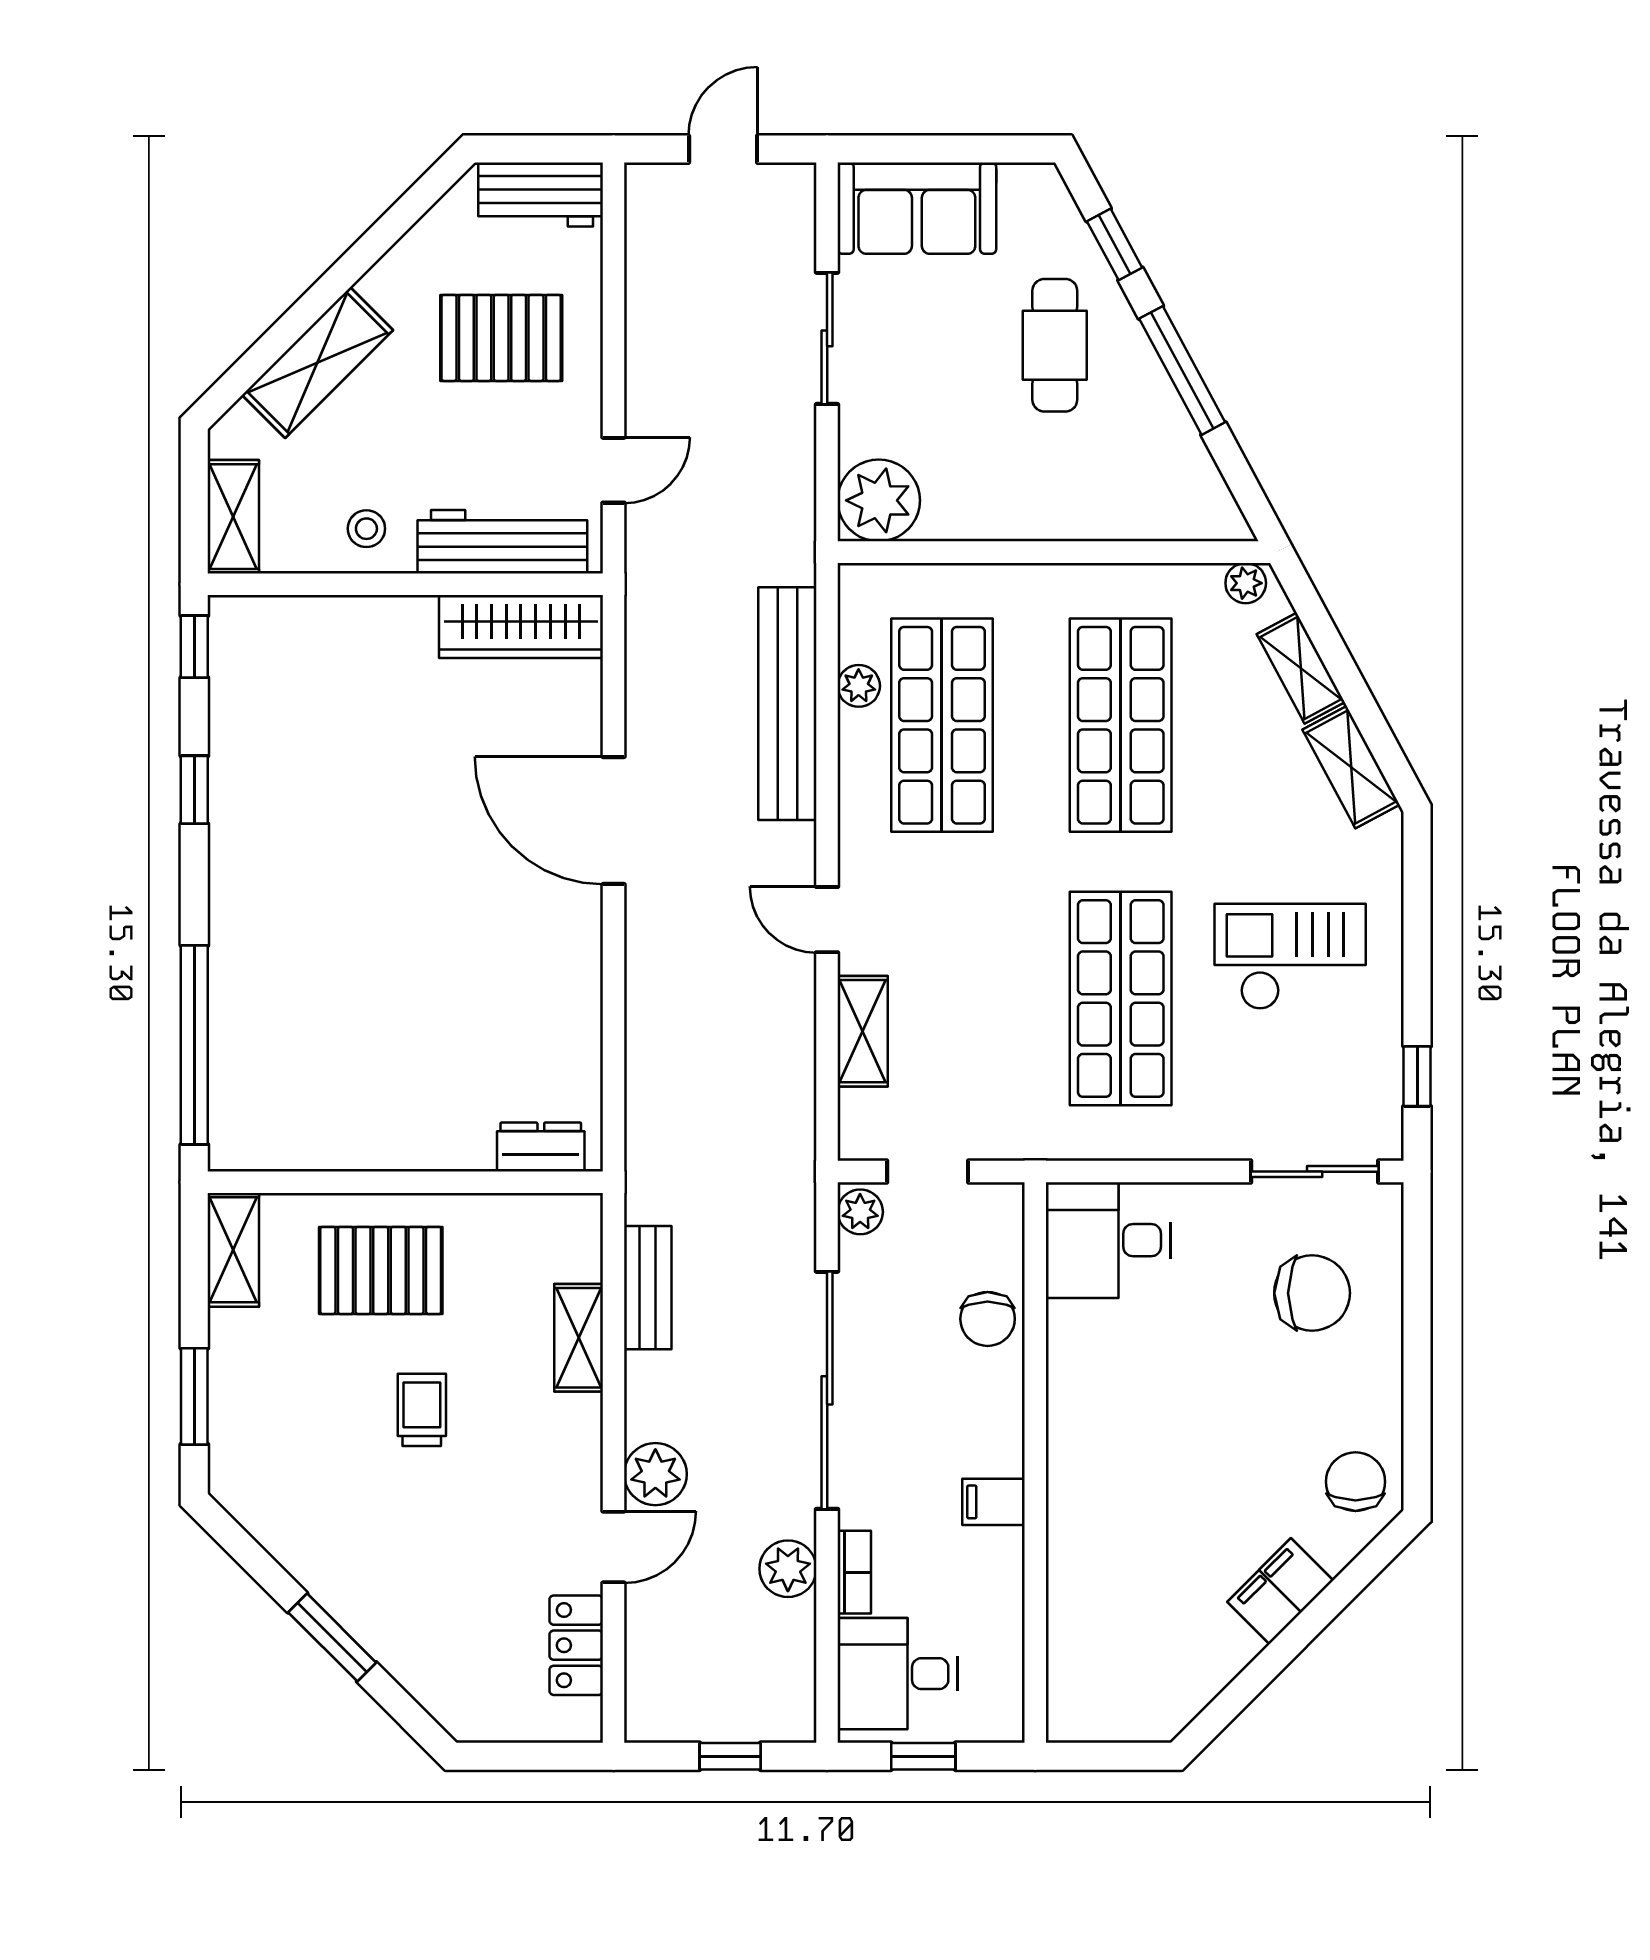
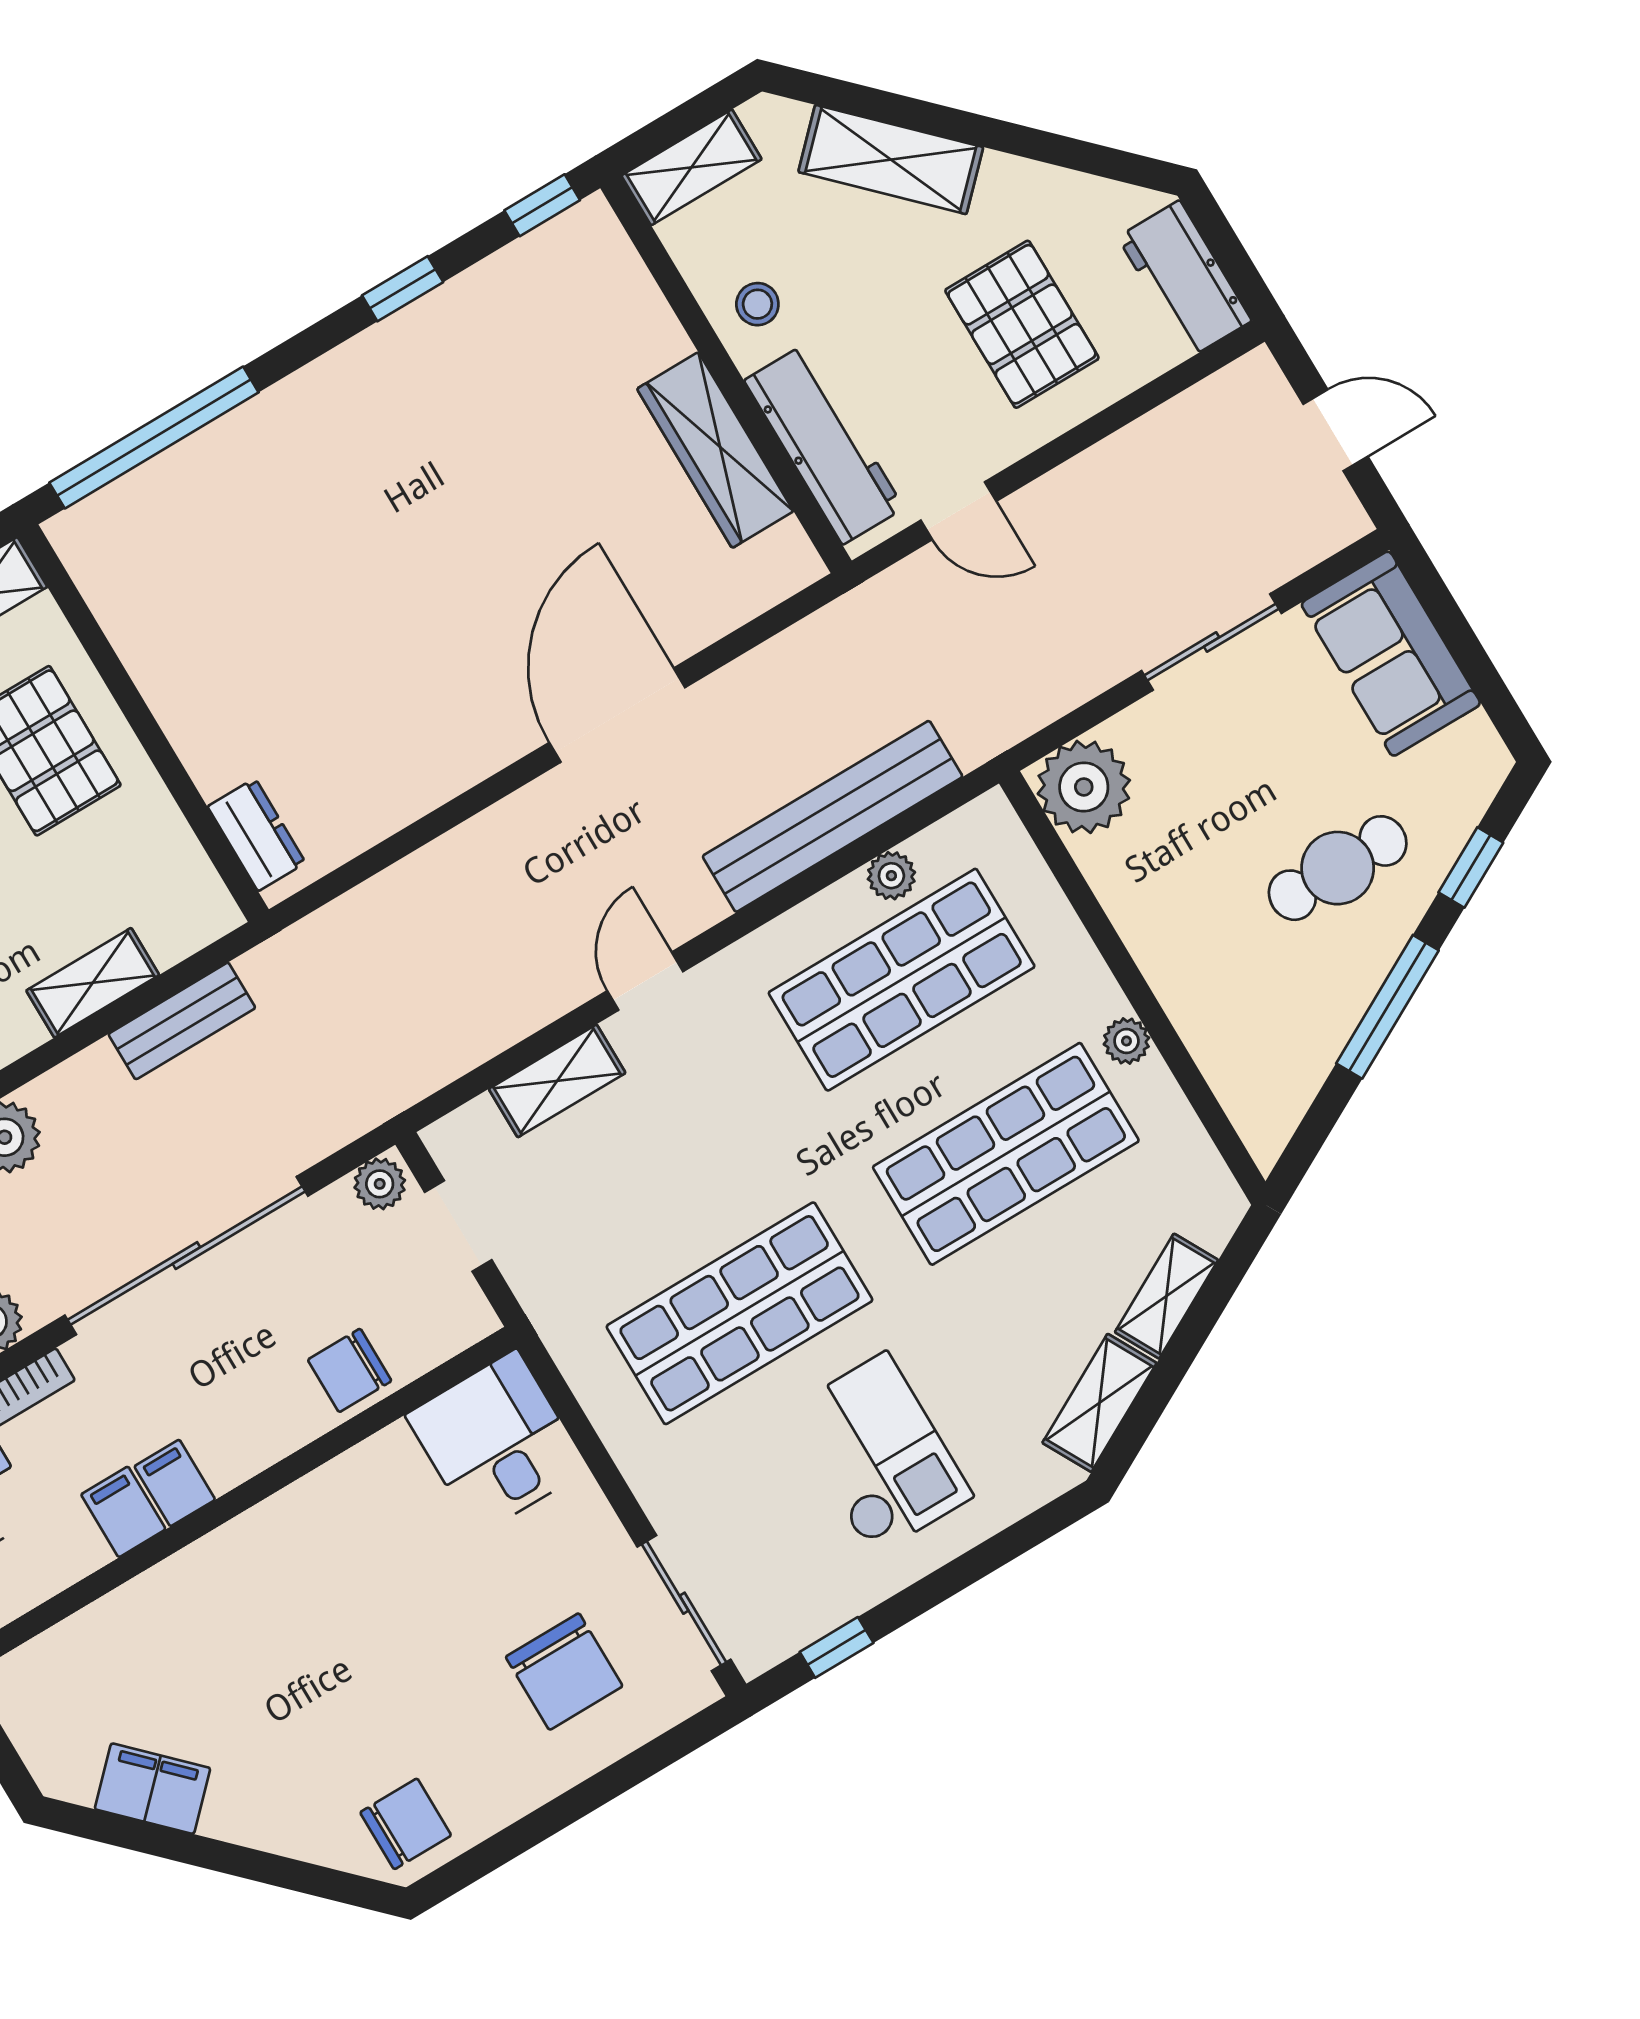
plant: (1246, 583) -> (1126, 1041), moved
wardrobe: (521, 627) -> (715, 450), moved
filing cabinet: (992, 1554) -> (123, 1512), added
filing cabinet: (1280, 1591) -> (153, 1789), moved

